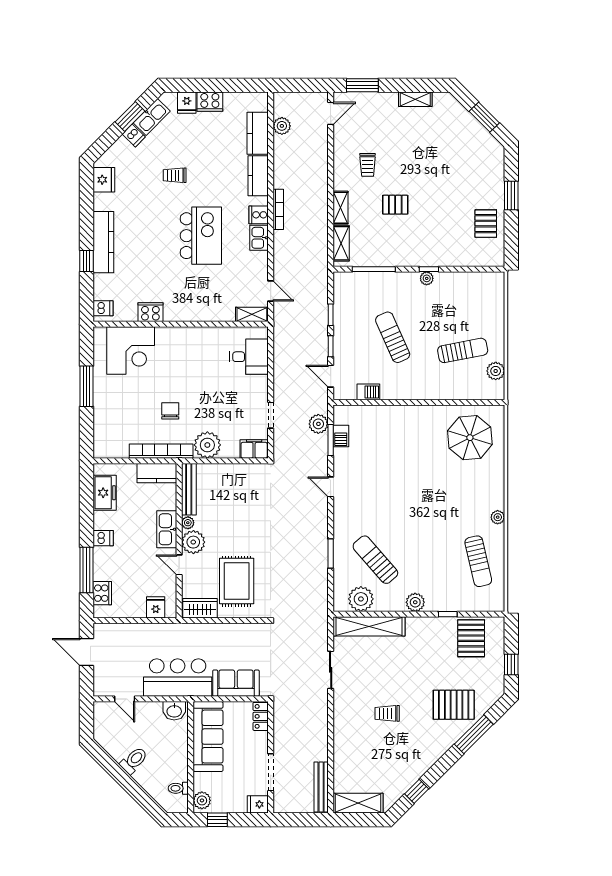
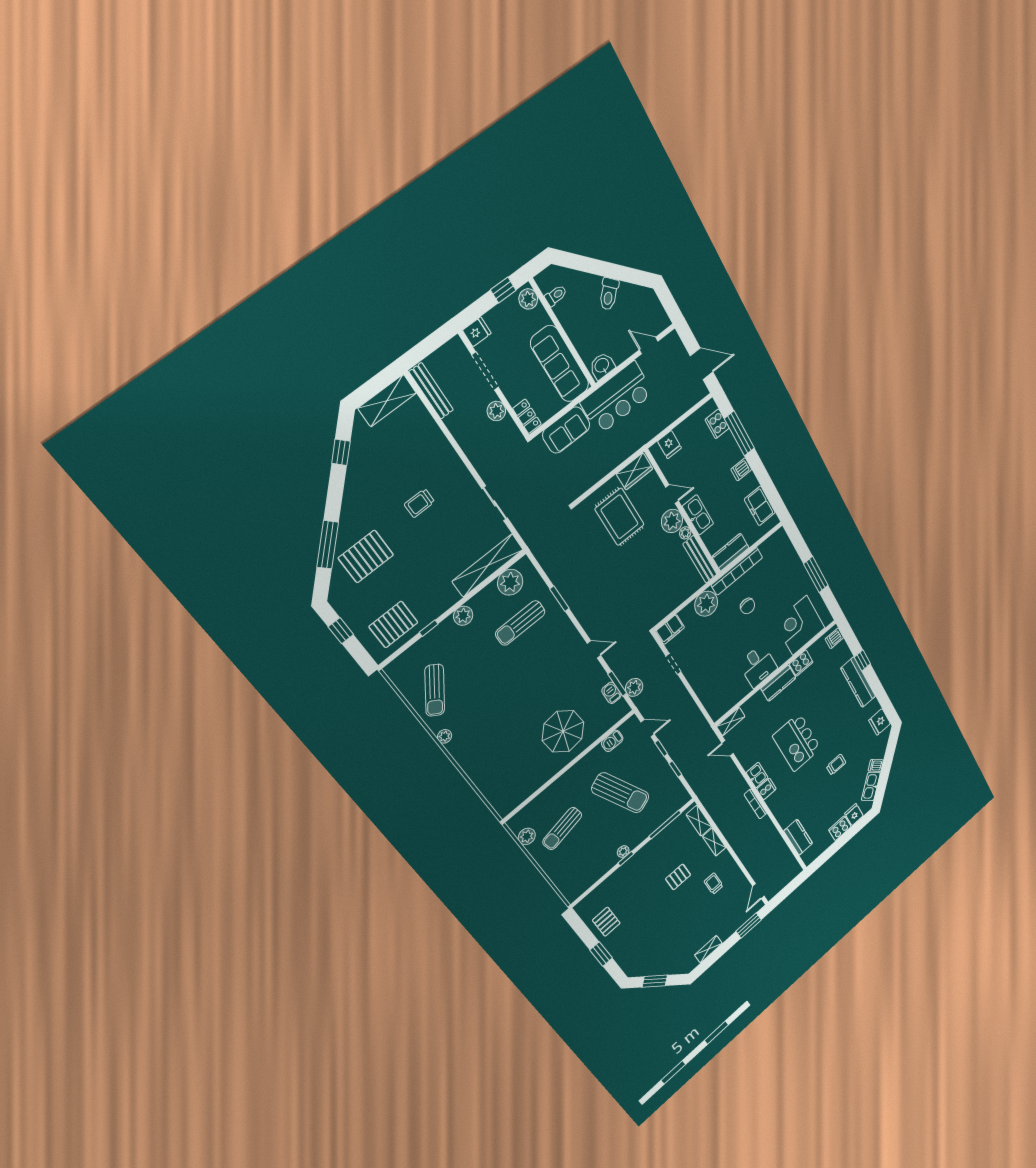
window: (130, 117) -> (884, 775), removed
plant: (282, 126) -> (496, 411), moved
kitchen counter: (258, 176) -> (778, 683), moved, turned 90
sun lounger: (393, 337) -> (620, 793), width x1.36, depth x1.34
desk: (249, 357) -> (758, 666), moved, turned -90
parasol: (470, 438) -> (563, 731), moved
sun lounger: (375, 560) -> (520, 623), turned 131
sun lounger: (478, 561) -> (435, 690), turned -133
pallet: (471, 638) -> (393, 624), turned 90
trolley: (387, 713) -> (419, 503), turned 180

